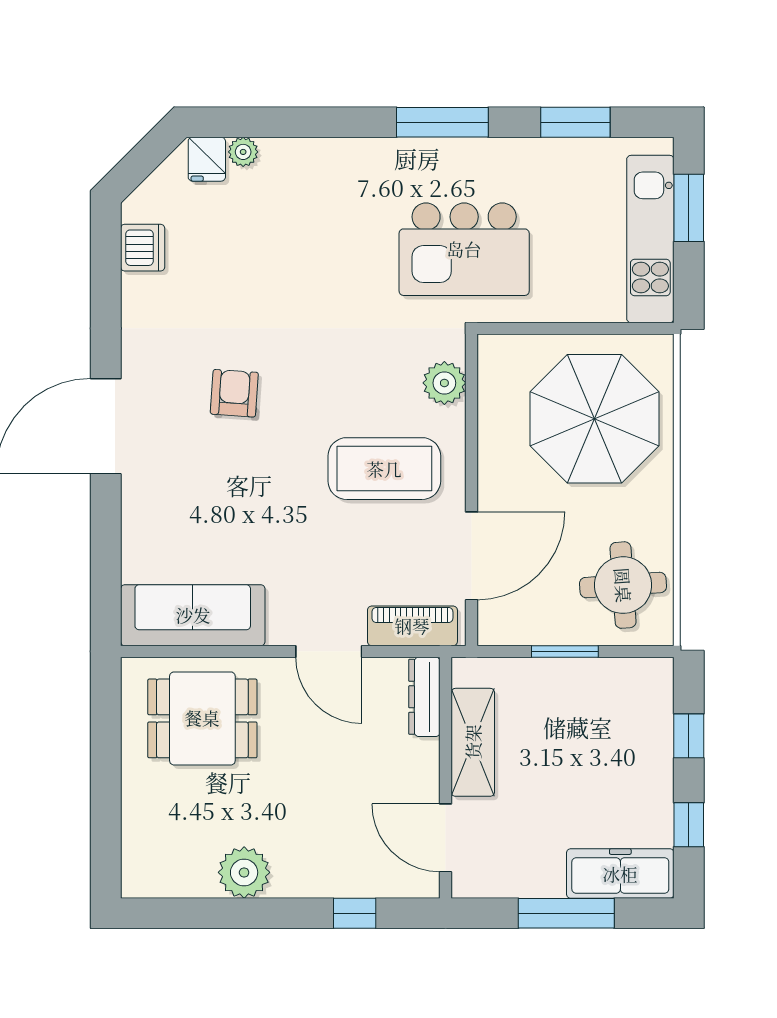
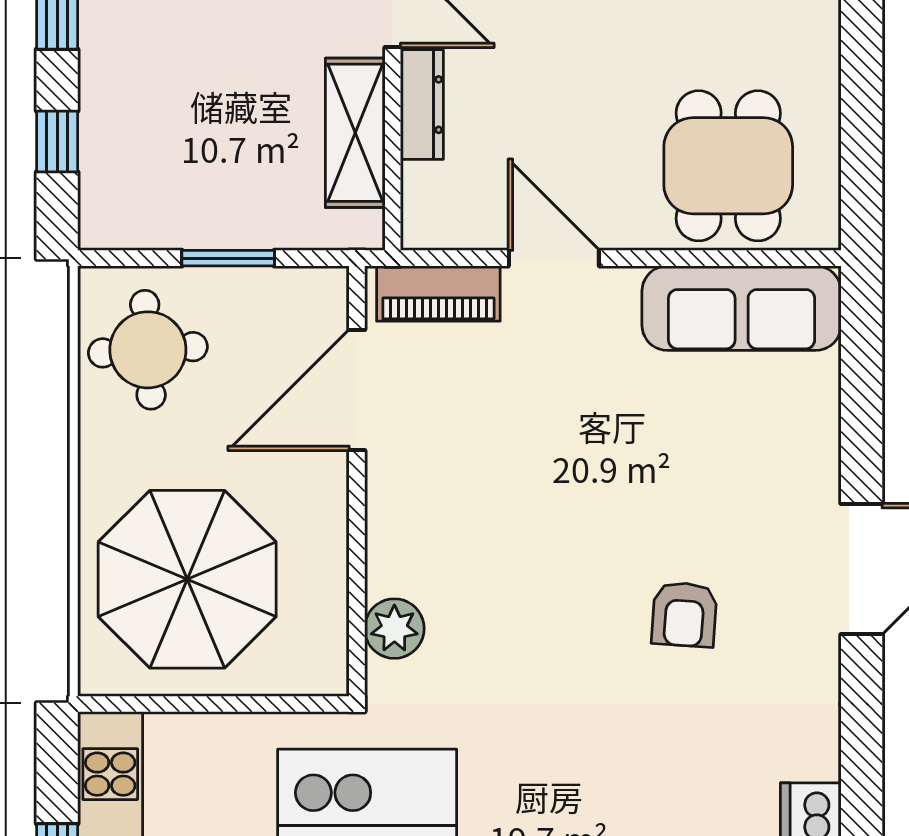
coffee table: (384, 469) -> (477, 511), removed
dresser: (424, 697) -> (422, 105), moved
dining table: (202, 718) -> (728, 166), turned 90

